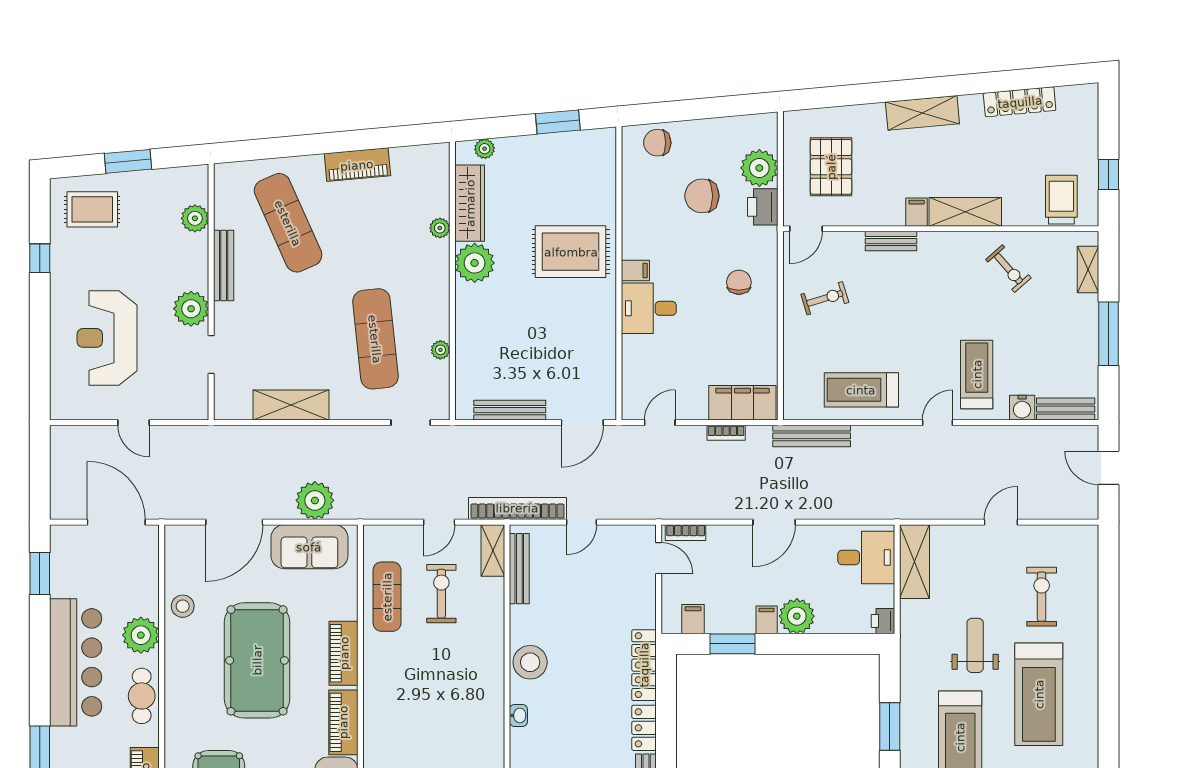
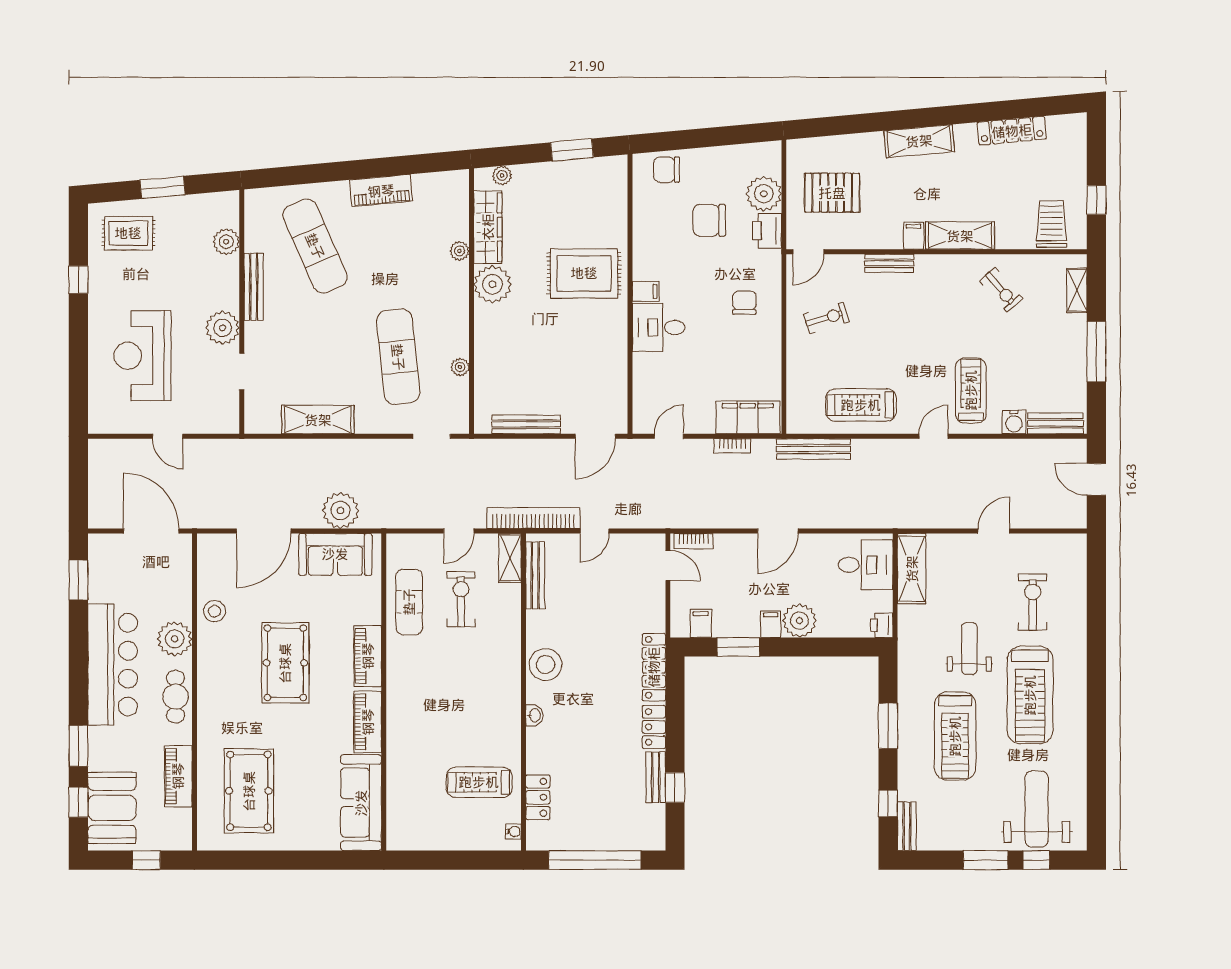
pallet: (831, 167) -> (832, 193), turned 90
pool table: (257, 660) -> (285, 663), width x0.73, depth x0.76

